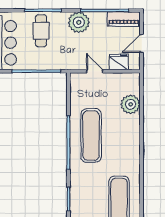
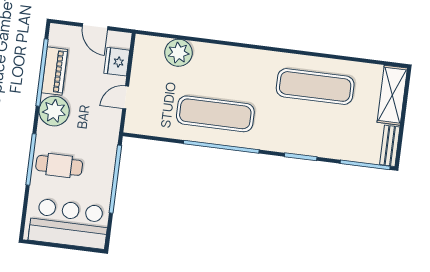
piano: (124, 19) -> (55, 71), moved

